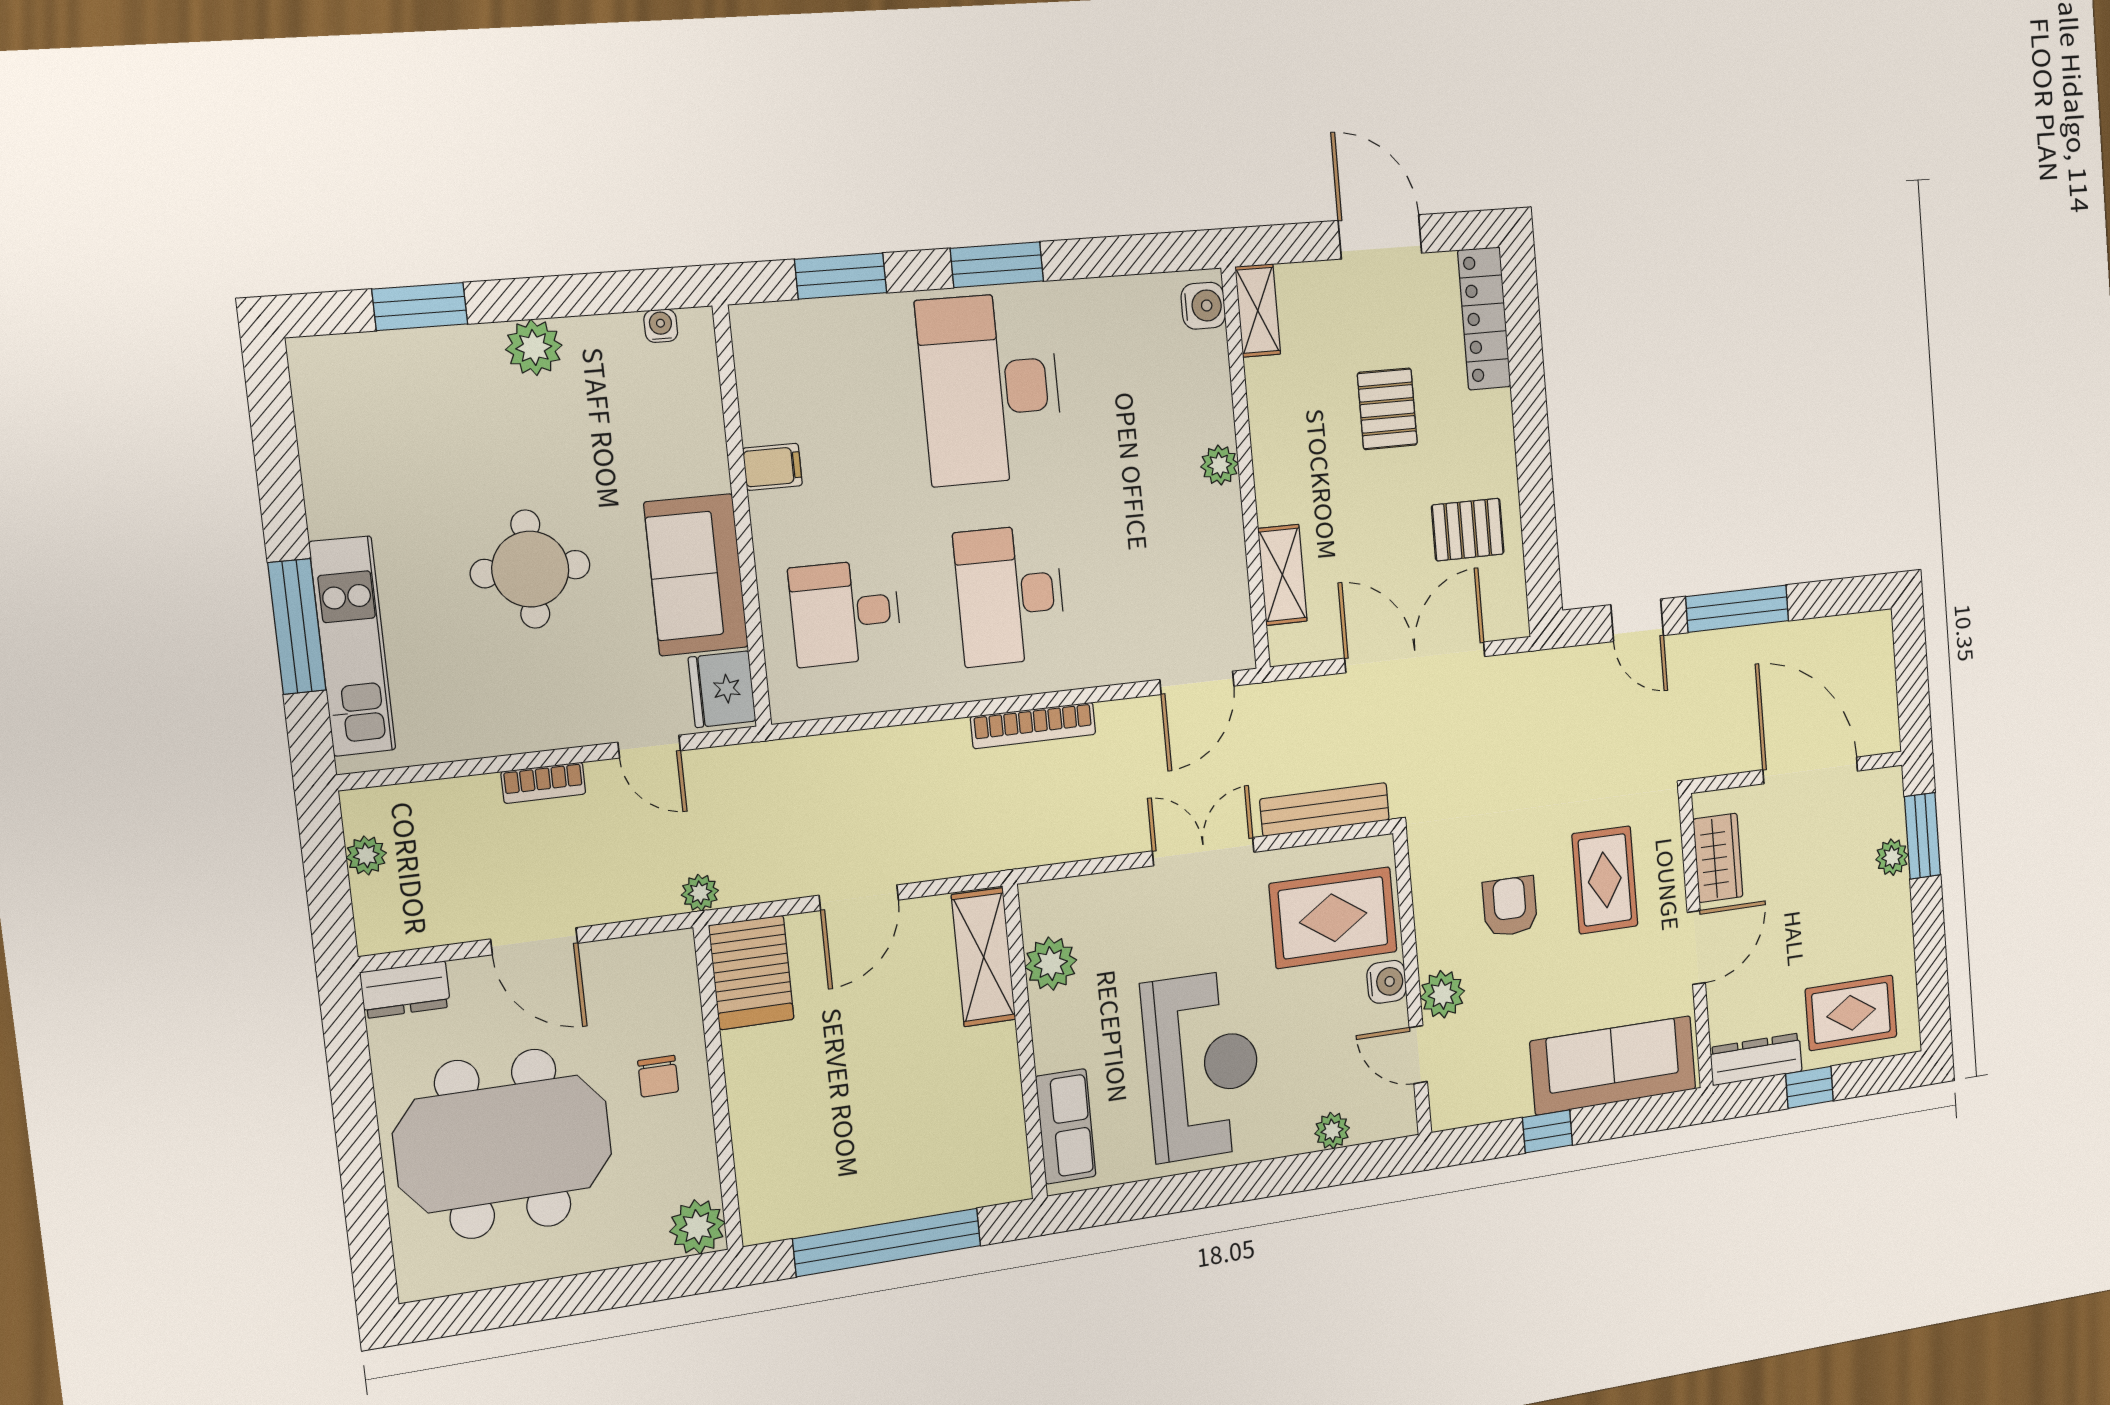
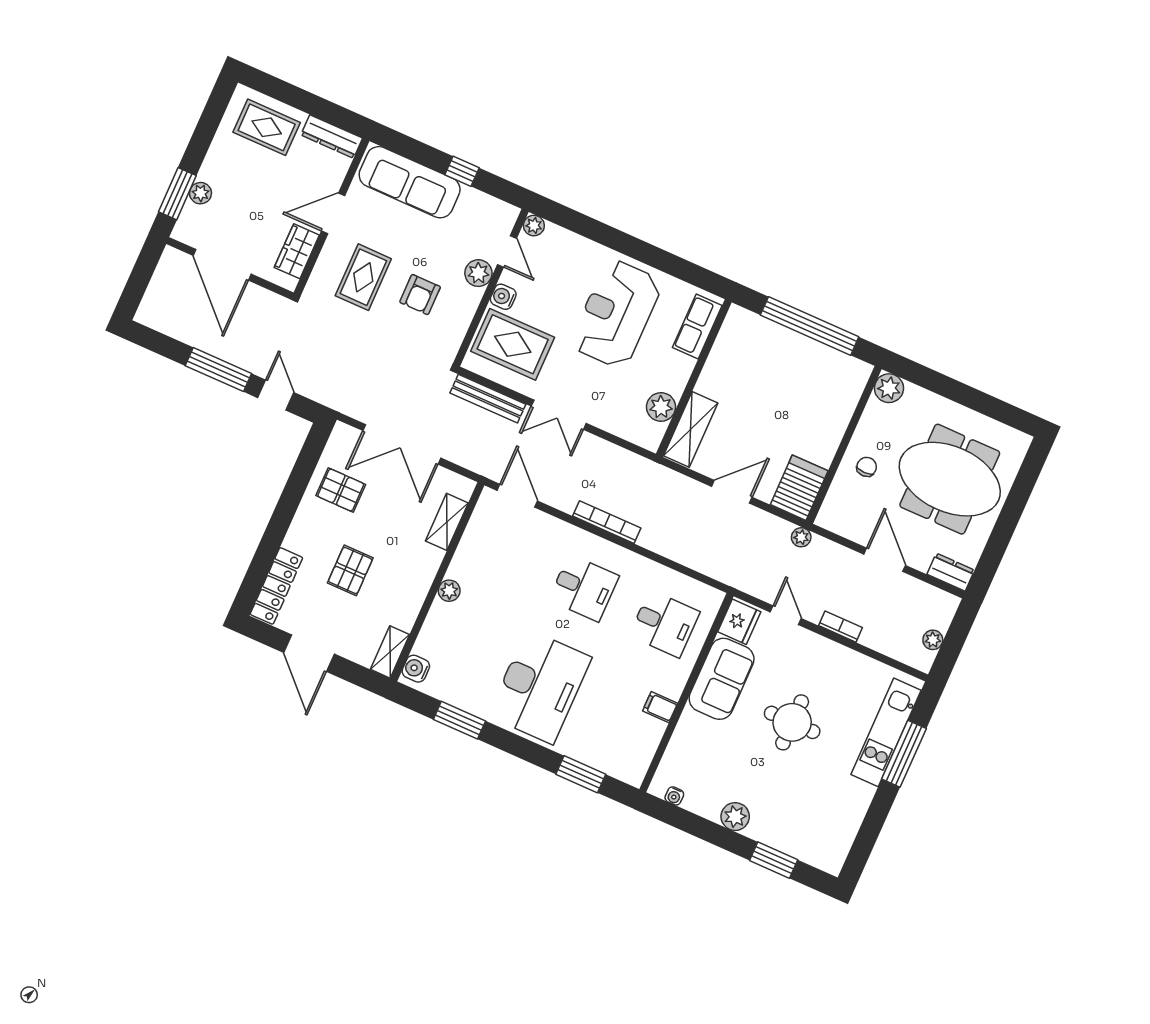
window: (997, 265) -> (459, 720), moved
desk: (1010, 595) -> (584, 588), width x0.73
door: (1197, 683) -> (517, 496), hinge flipped
window: (1809, 1087) -> (310, 104), removed
plant: (1332, 1131) -> (534, 226), moved

